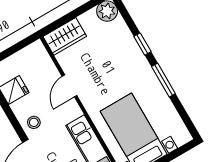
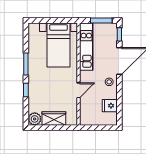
wardrobe: (65, 36) -> (54, 119), moved

